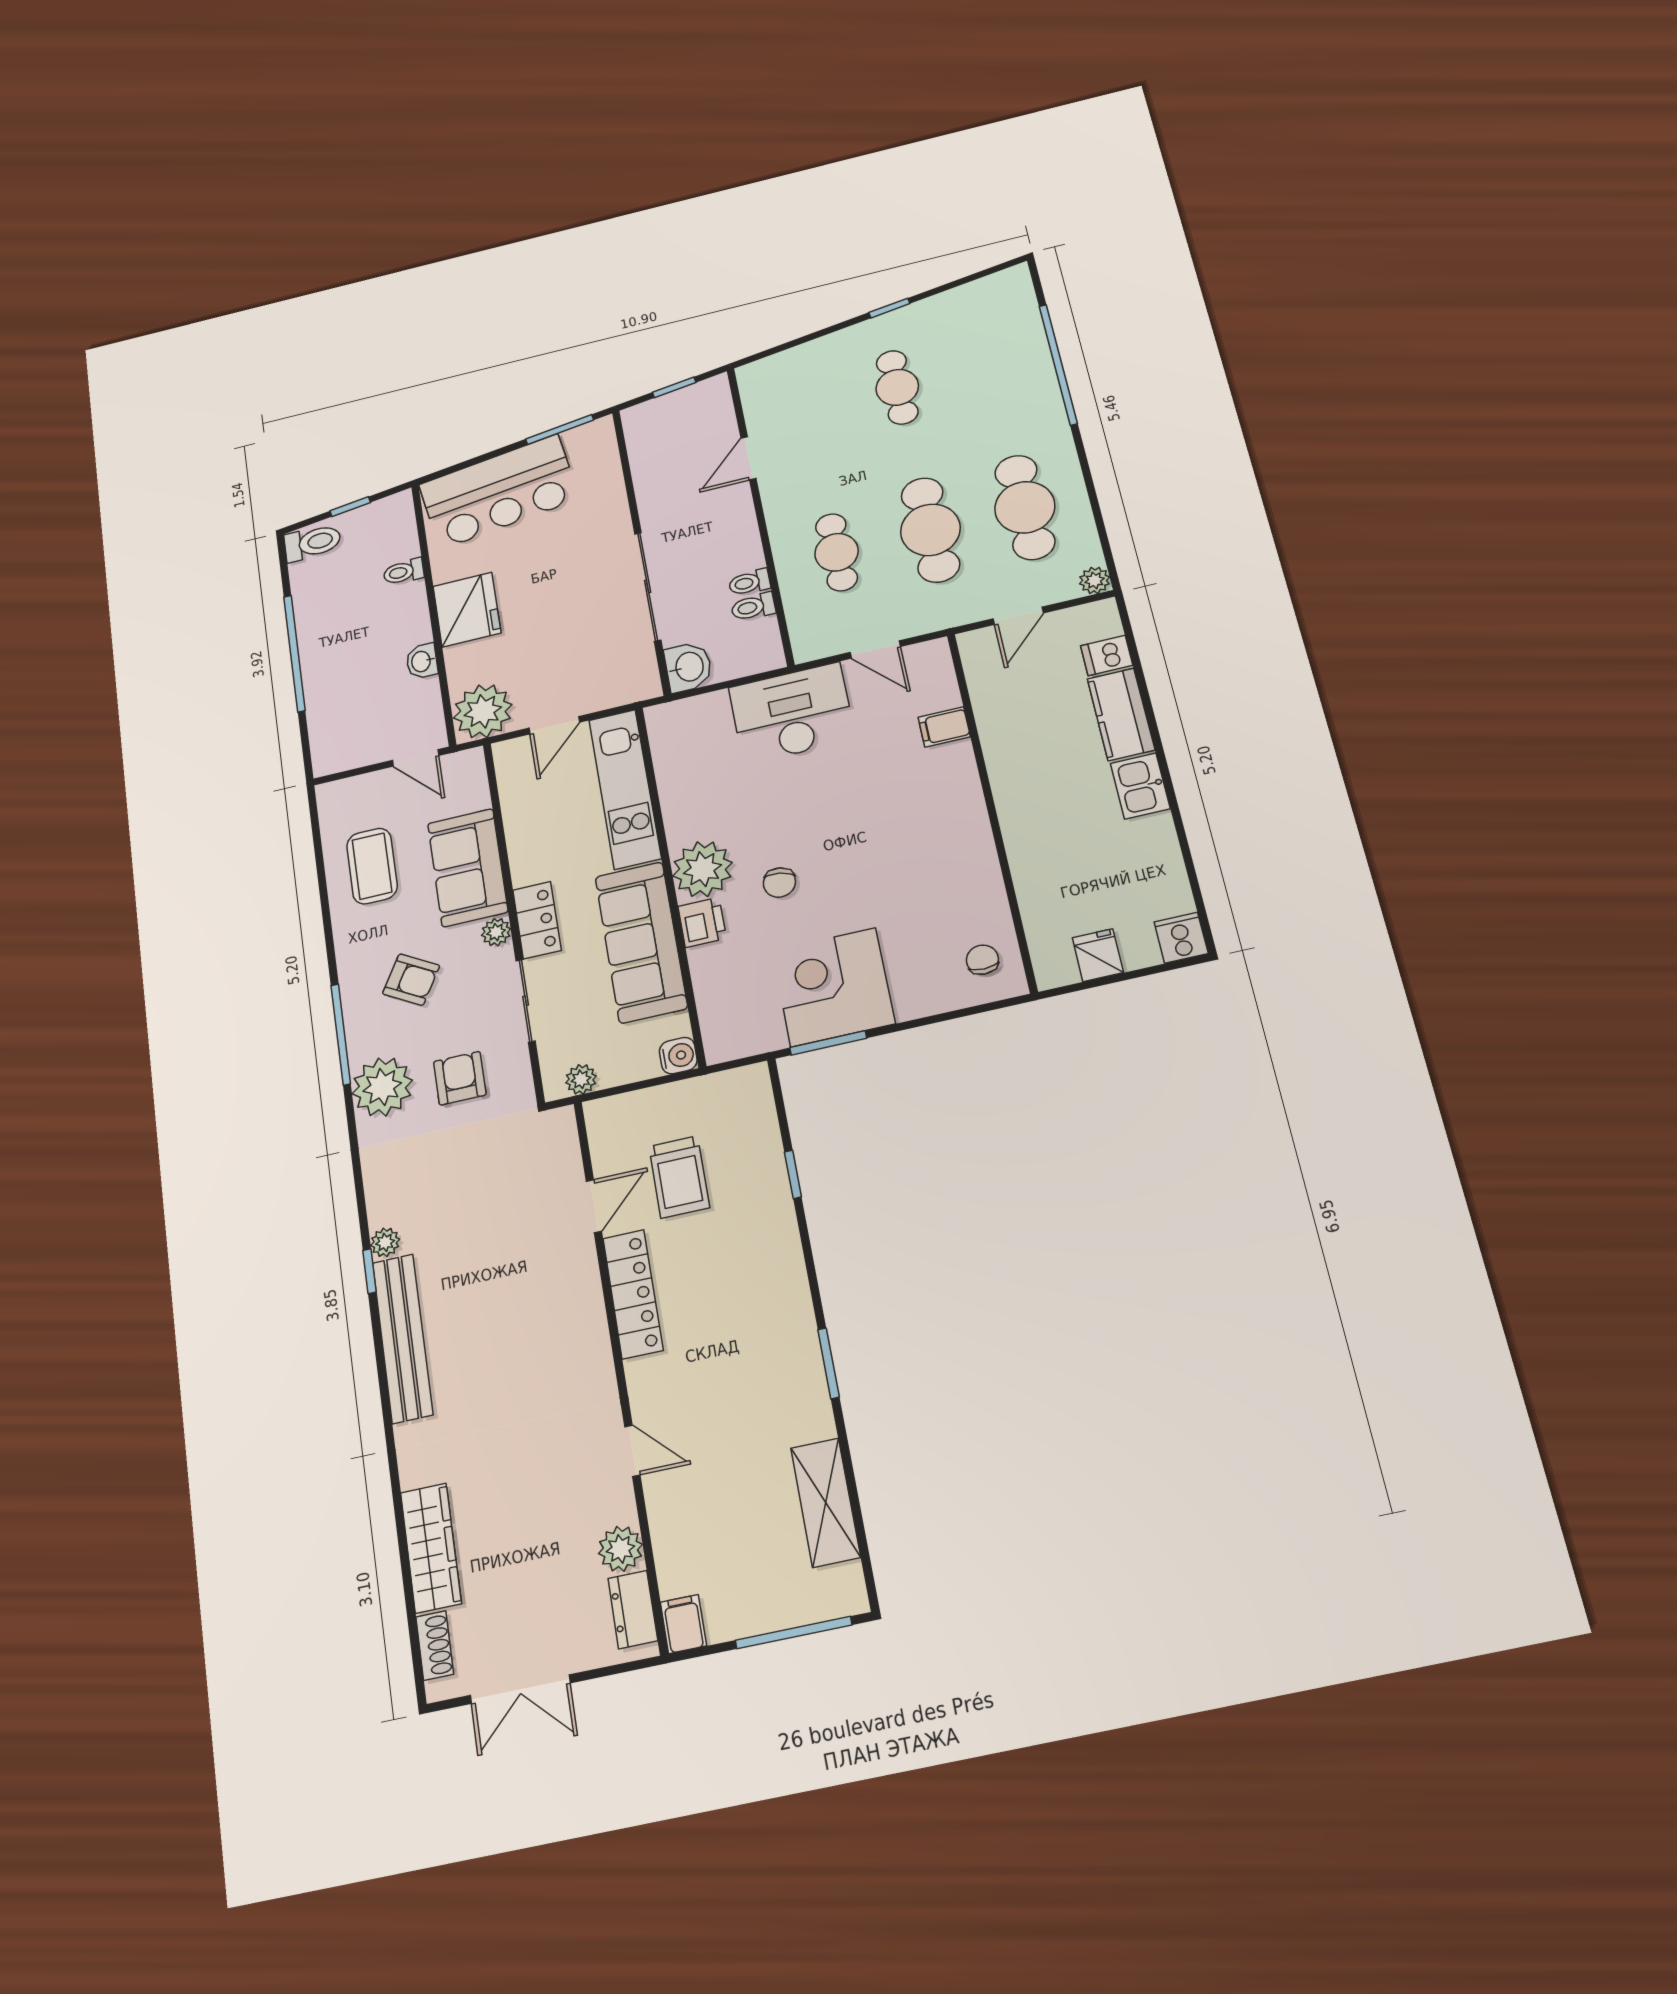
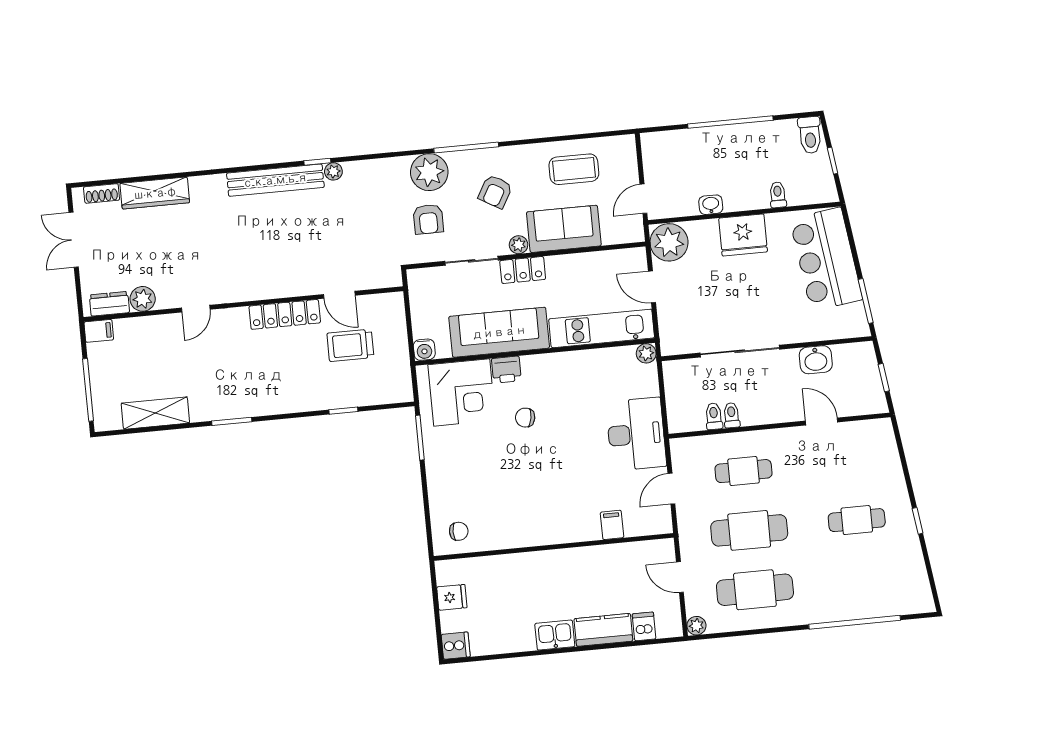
washbasin: (688, 667) -> (816, 360), moved
plant: (702, 869) -> (646, 353), moved, width x0.53, depth x0.53
corner desk: (833, 987) -> (462, 392), moved, turned 90
armchair: (460, 1078) -> (428, 219), turned 90
plant: (581, 1079) -> (418, 291), removed

